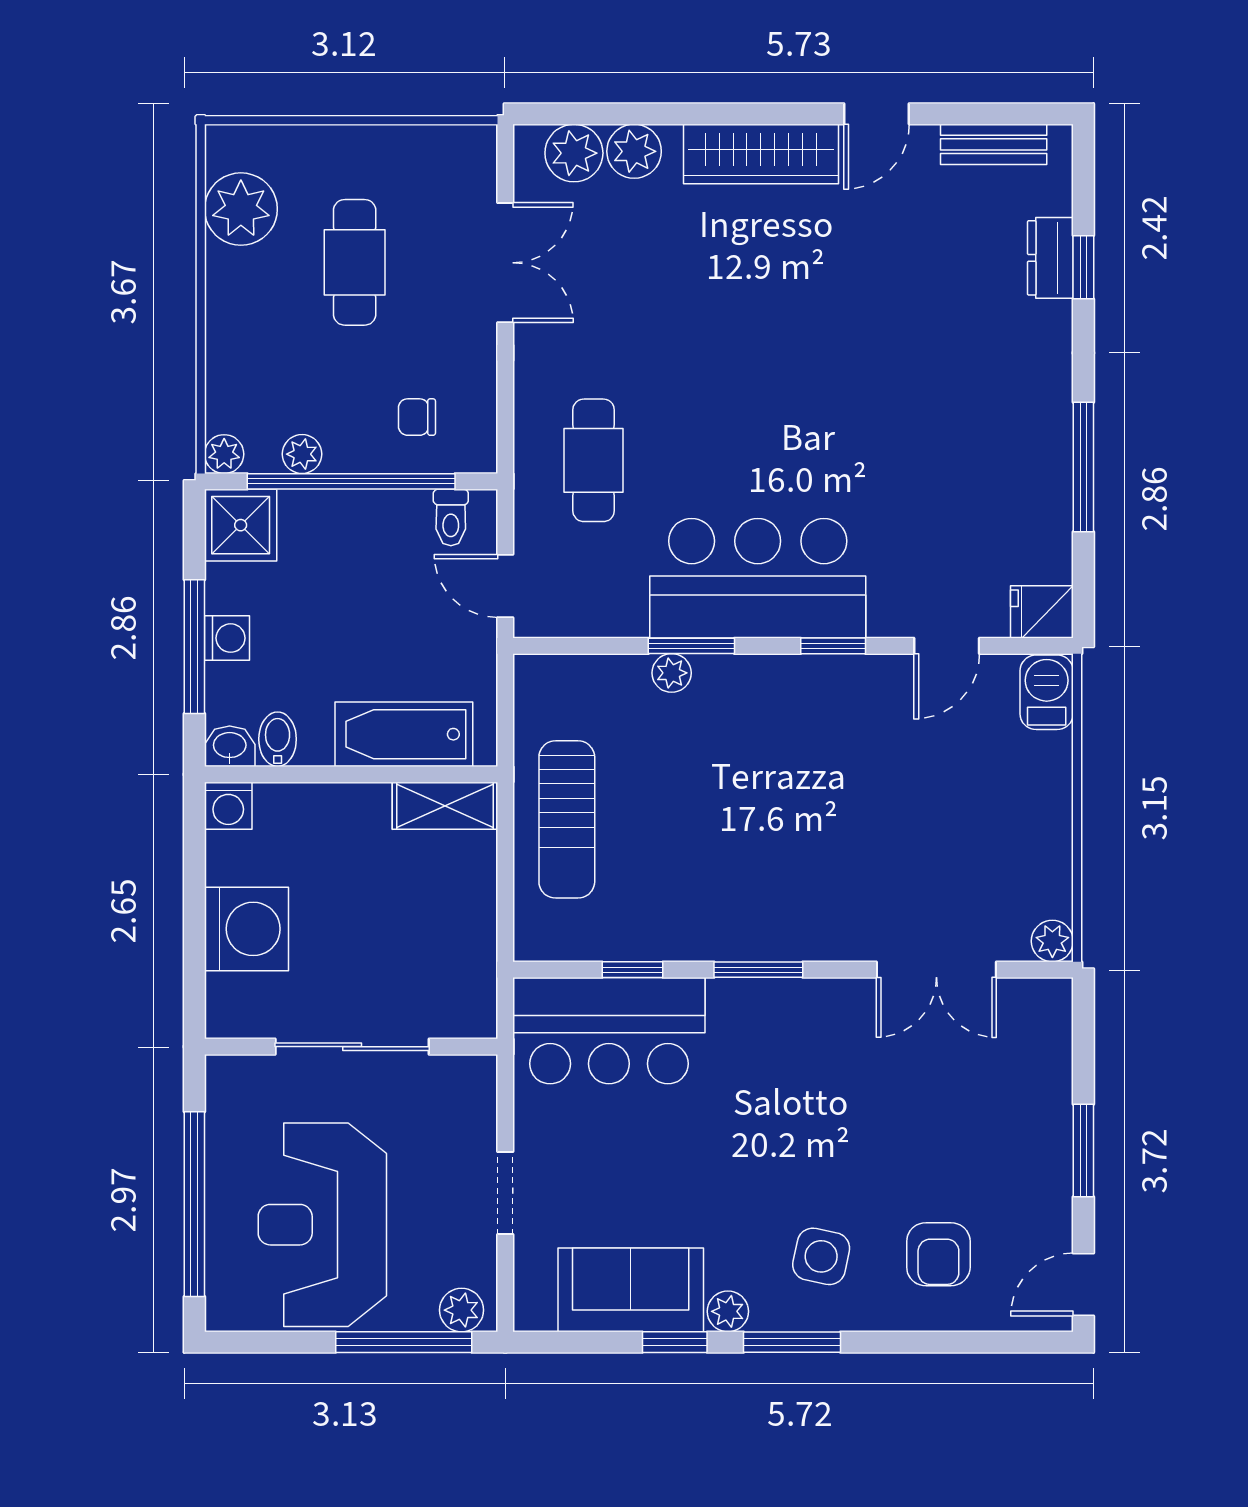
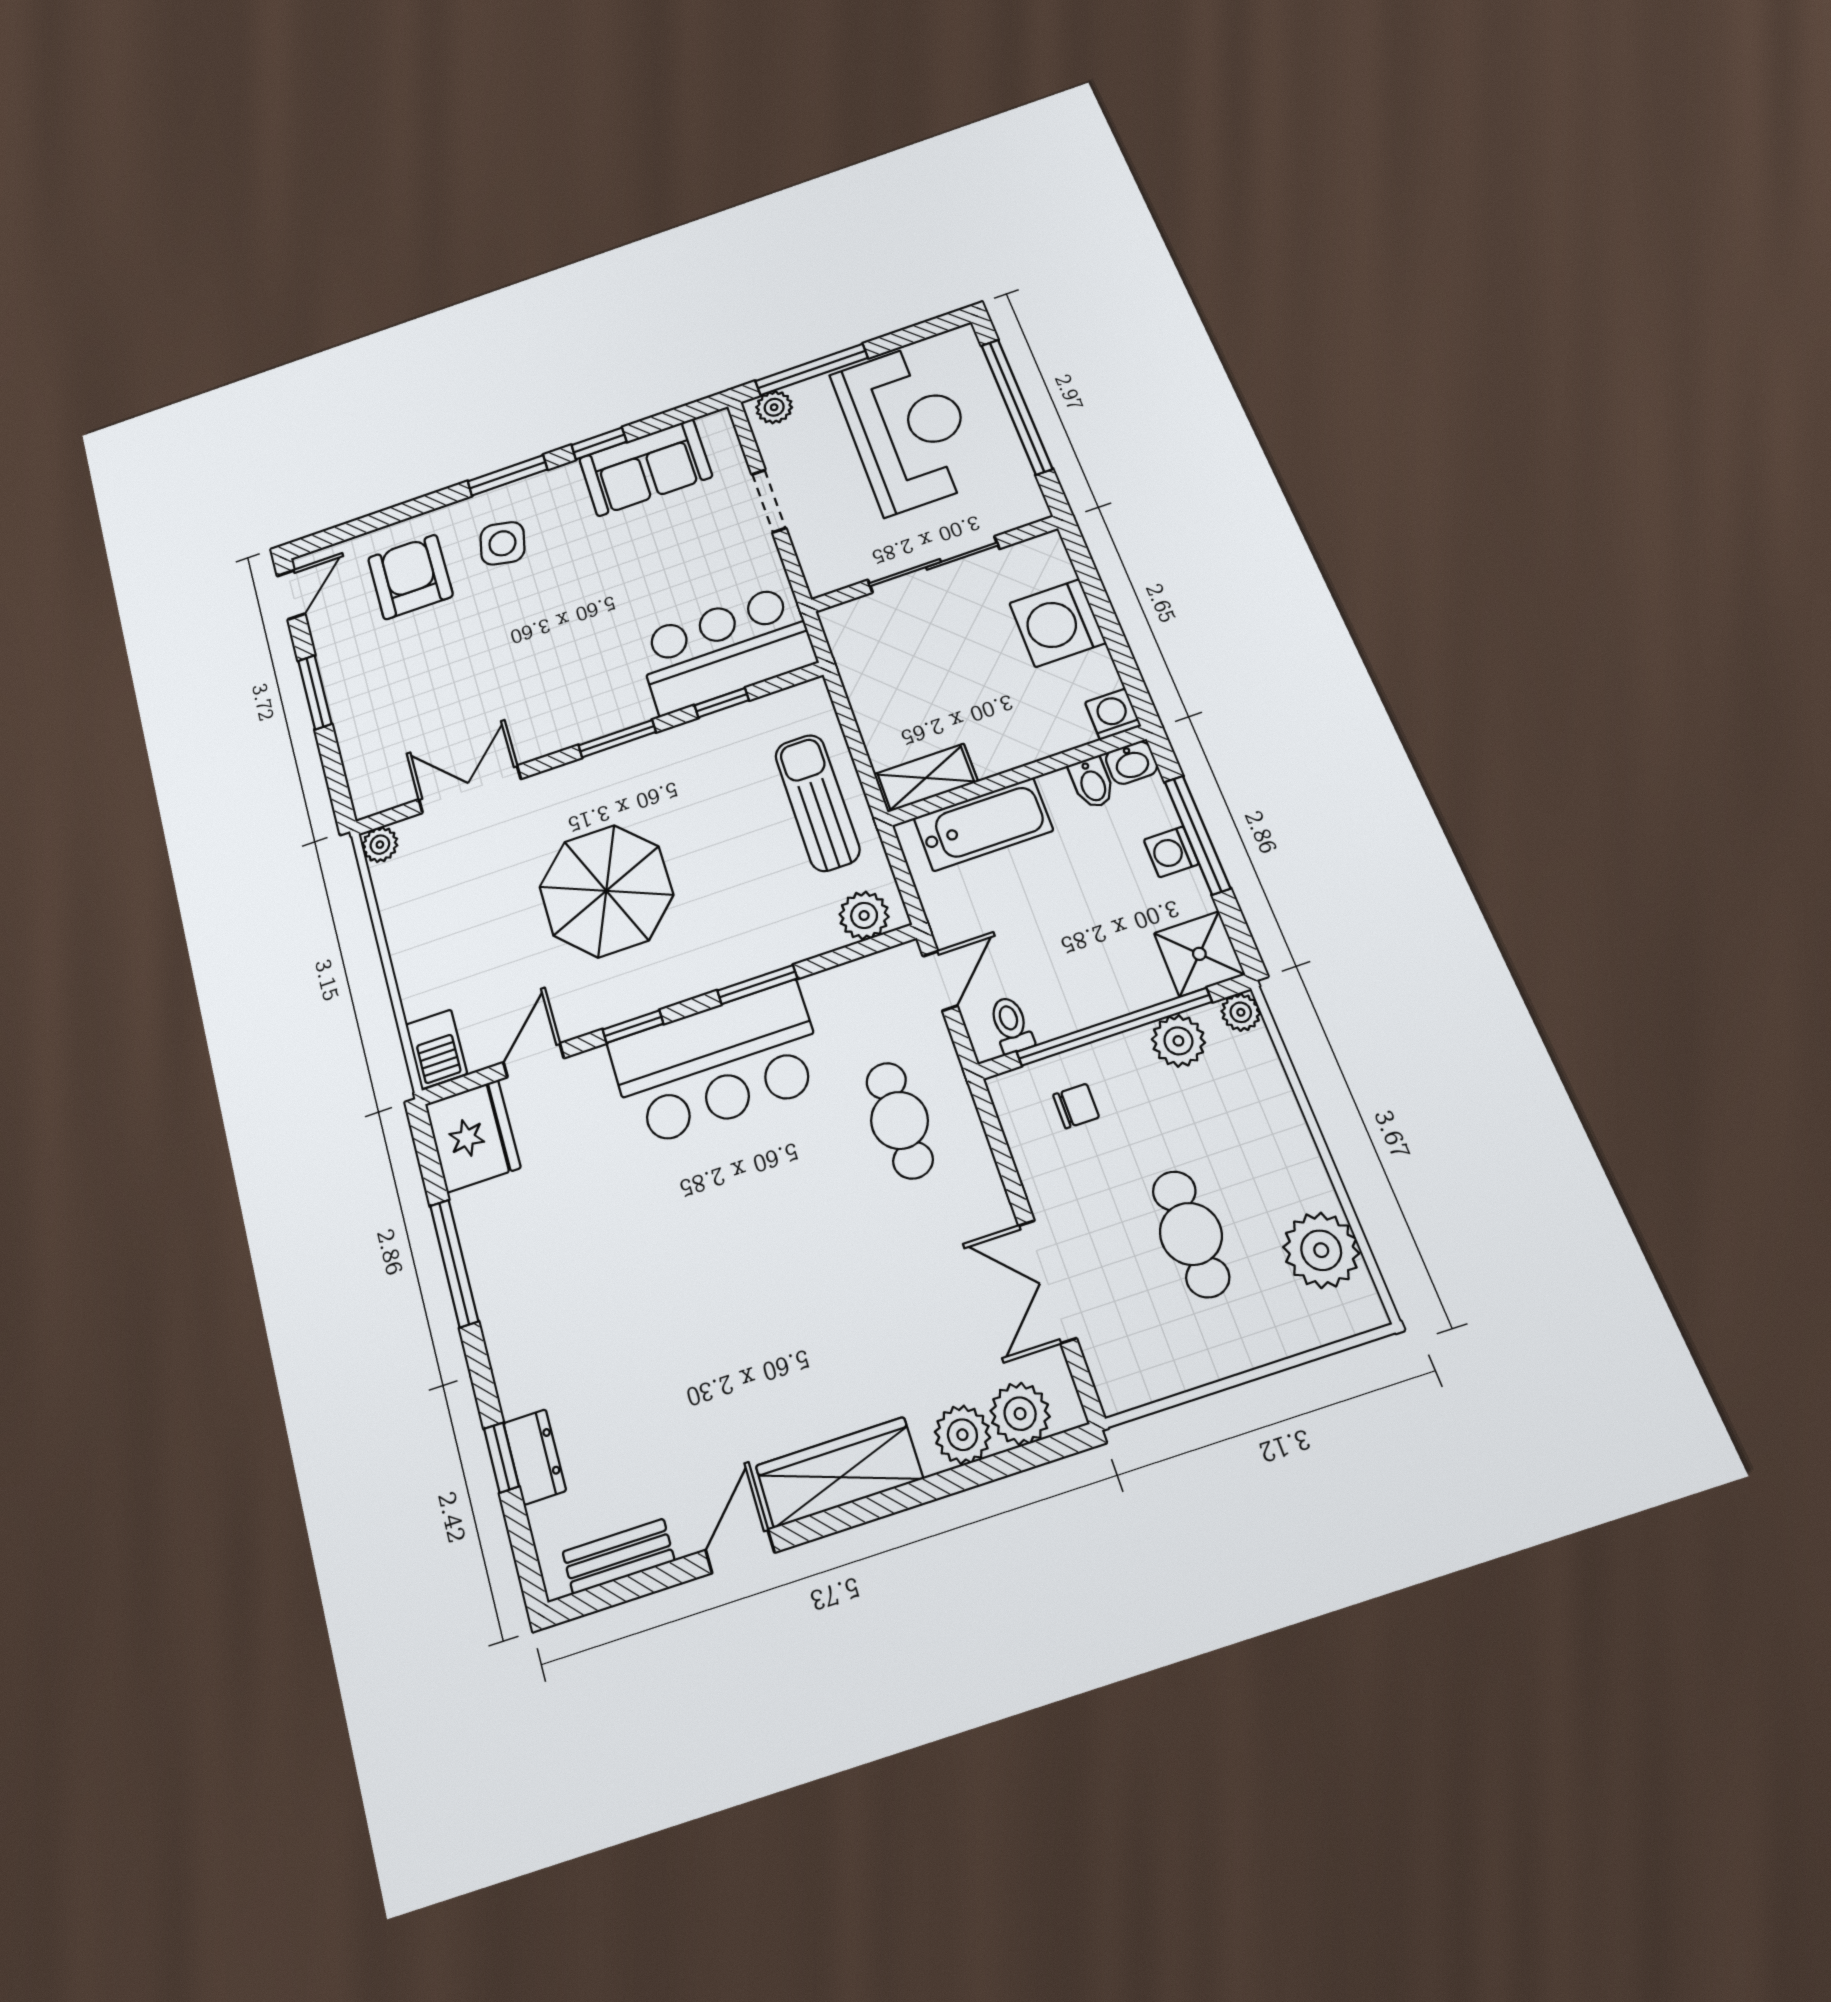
plant: (302, 454) -> (1178, 1041), width x1.38, depth x1.38
door: (505, 586) -> (940, 981), hinge flipped
fridge: (1042, 612) -> (473, 1136), width x1.88, depth x1.34
plant: (672, 673) -> (864, 915), moved, width x1.38, depth x1.38
parasol: (819, 801) -> (606, 891), added
armchair: (938, 1254) -> (410, 577), width x1.38, depth x1.38
plant: (728, 1311) -> (564, 479), removed

